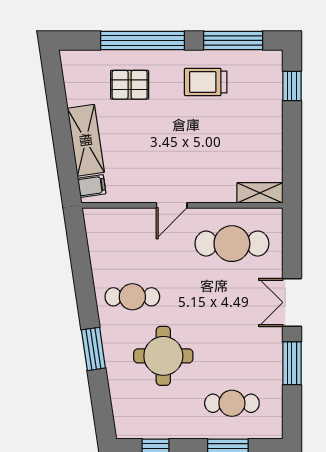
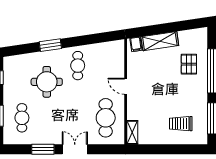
trolley: (206, 82) -> (181, 124), moved, turned -90
window: (292, 86) -> (188, 149), removed

